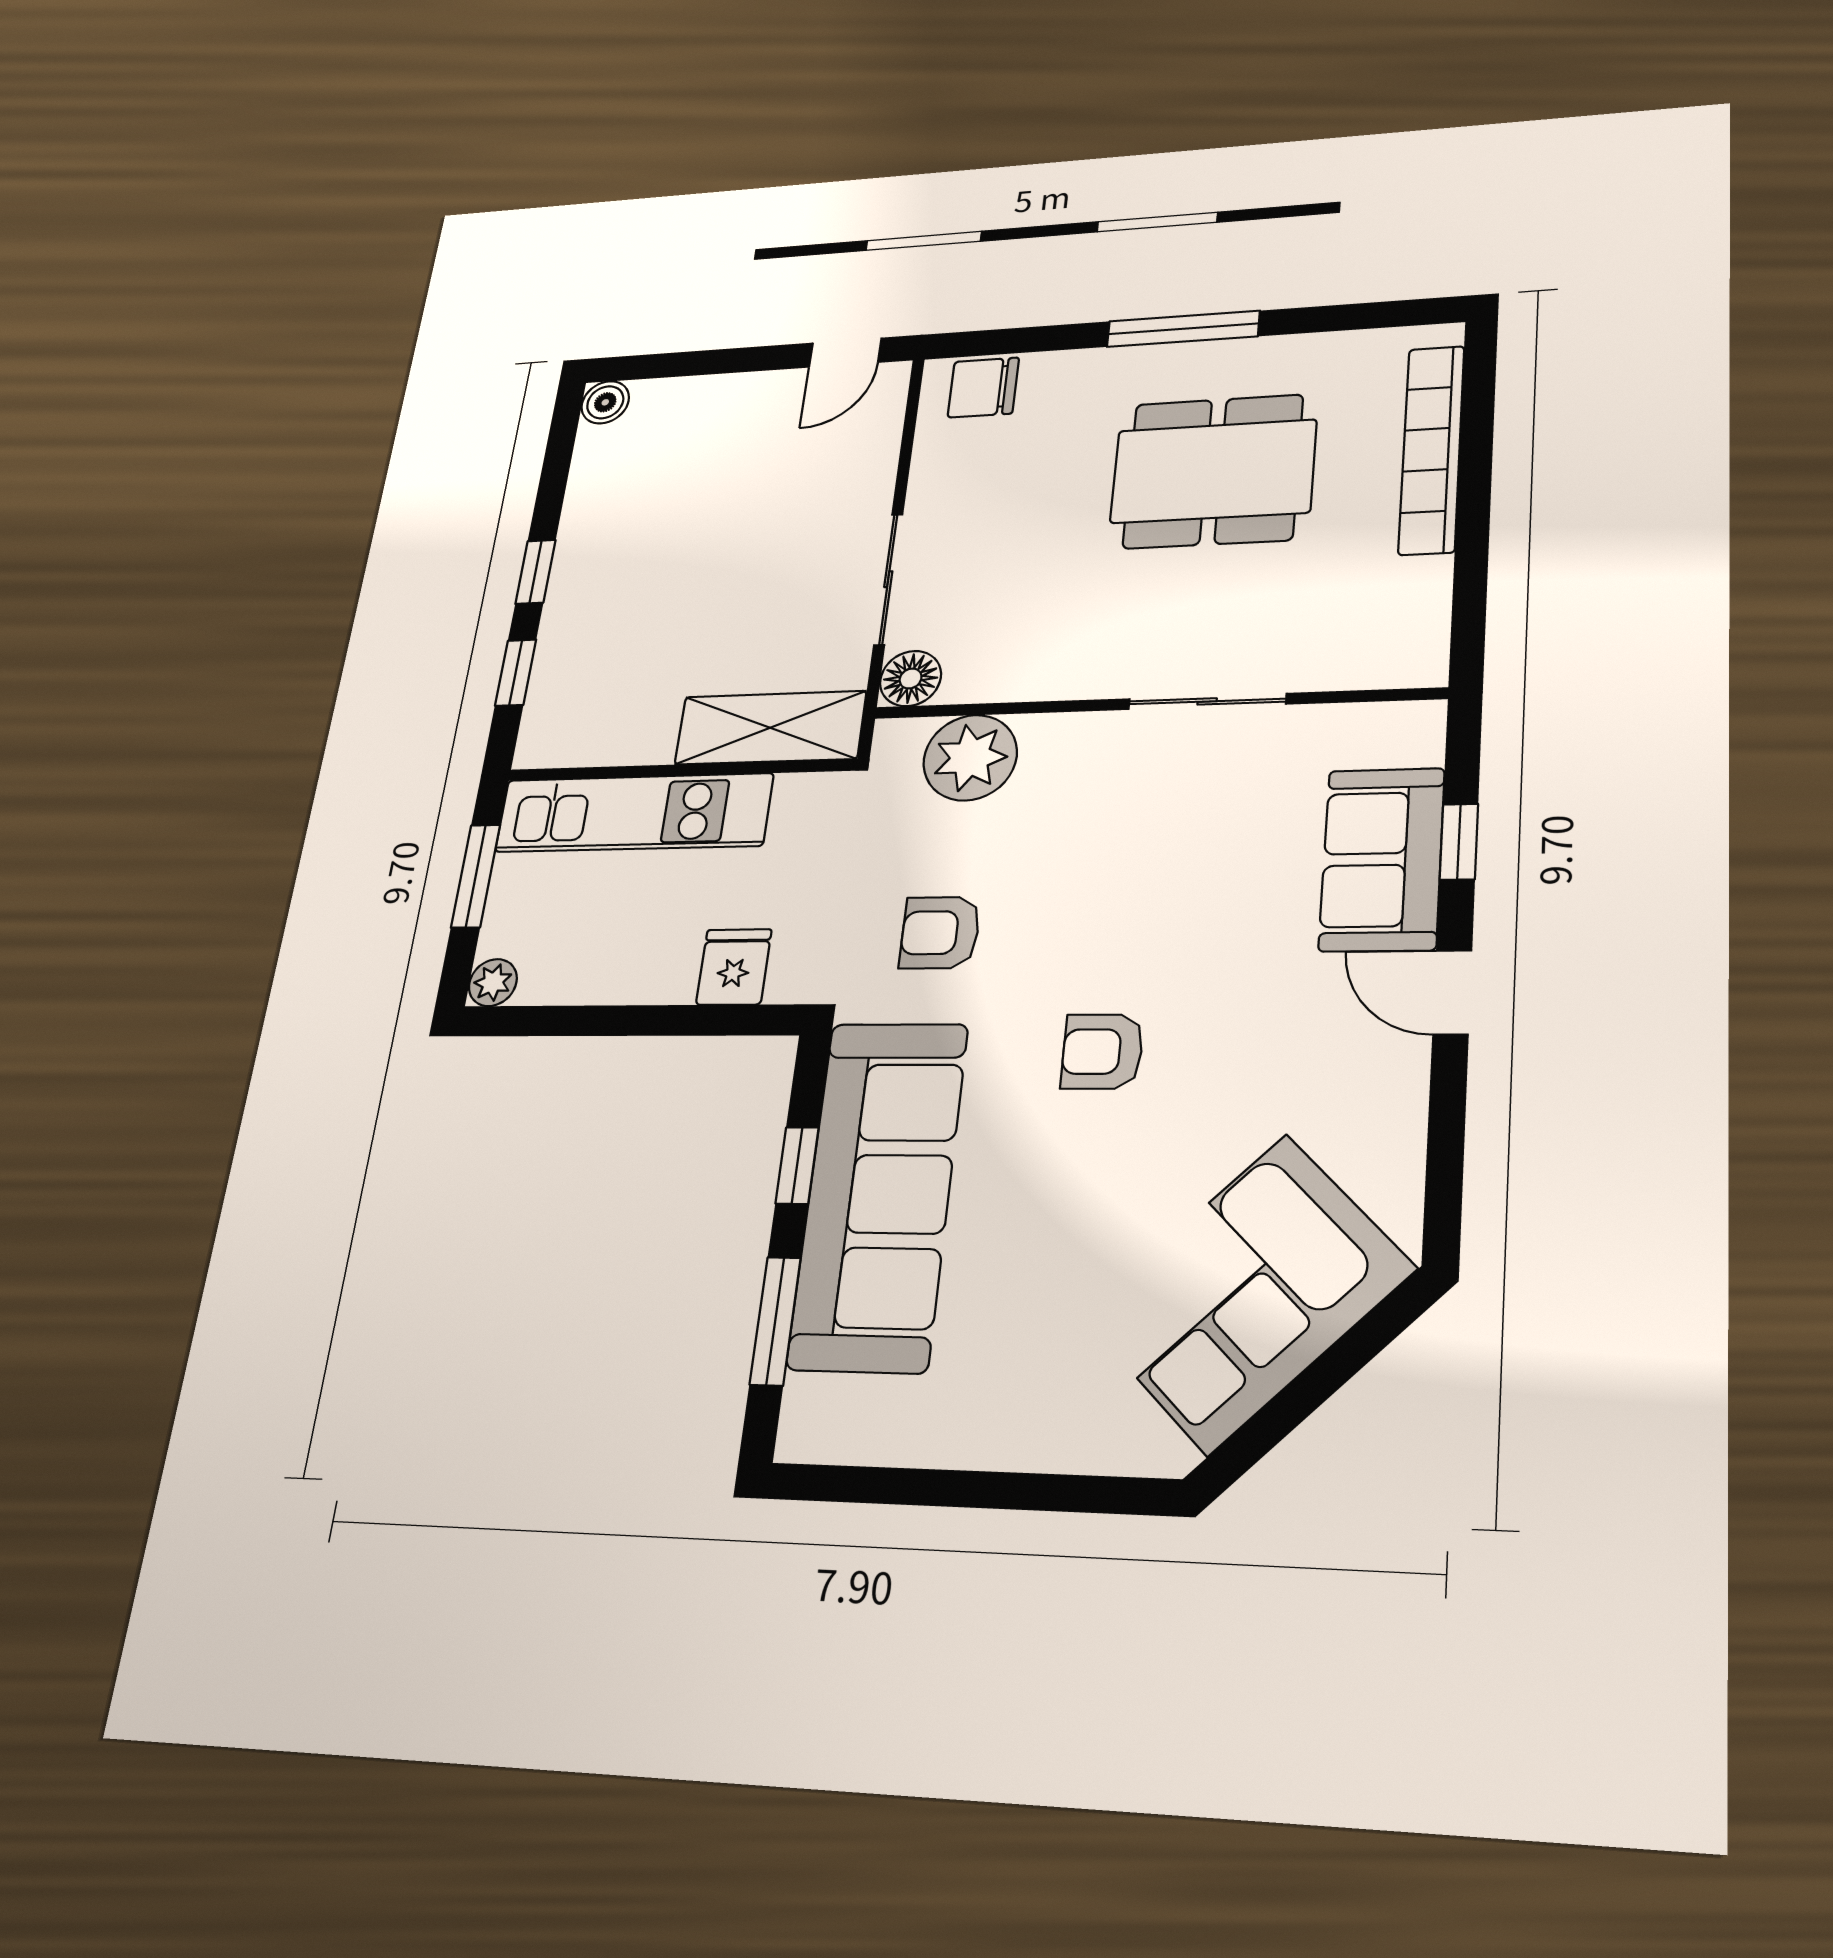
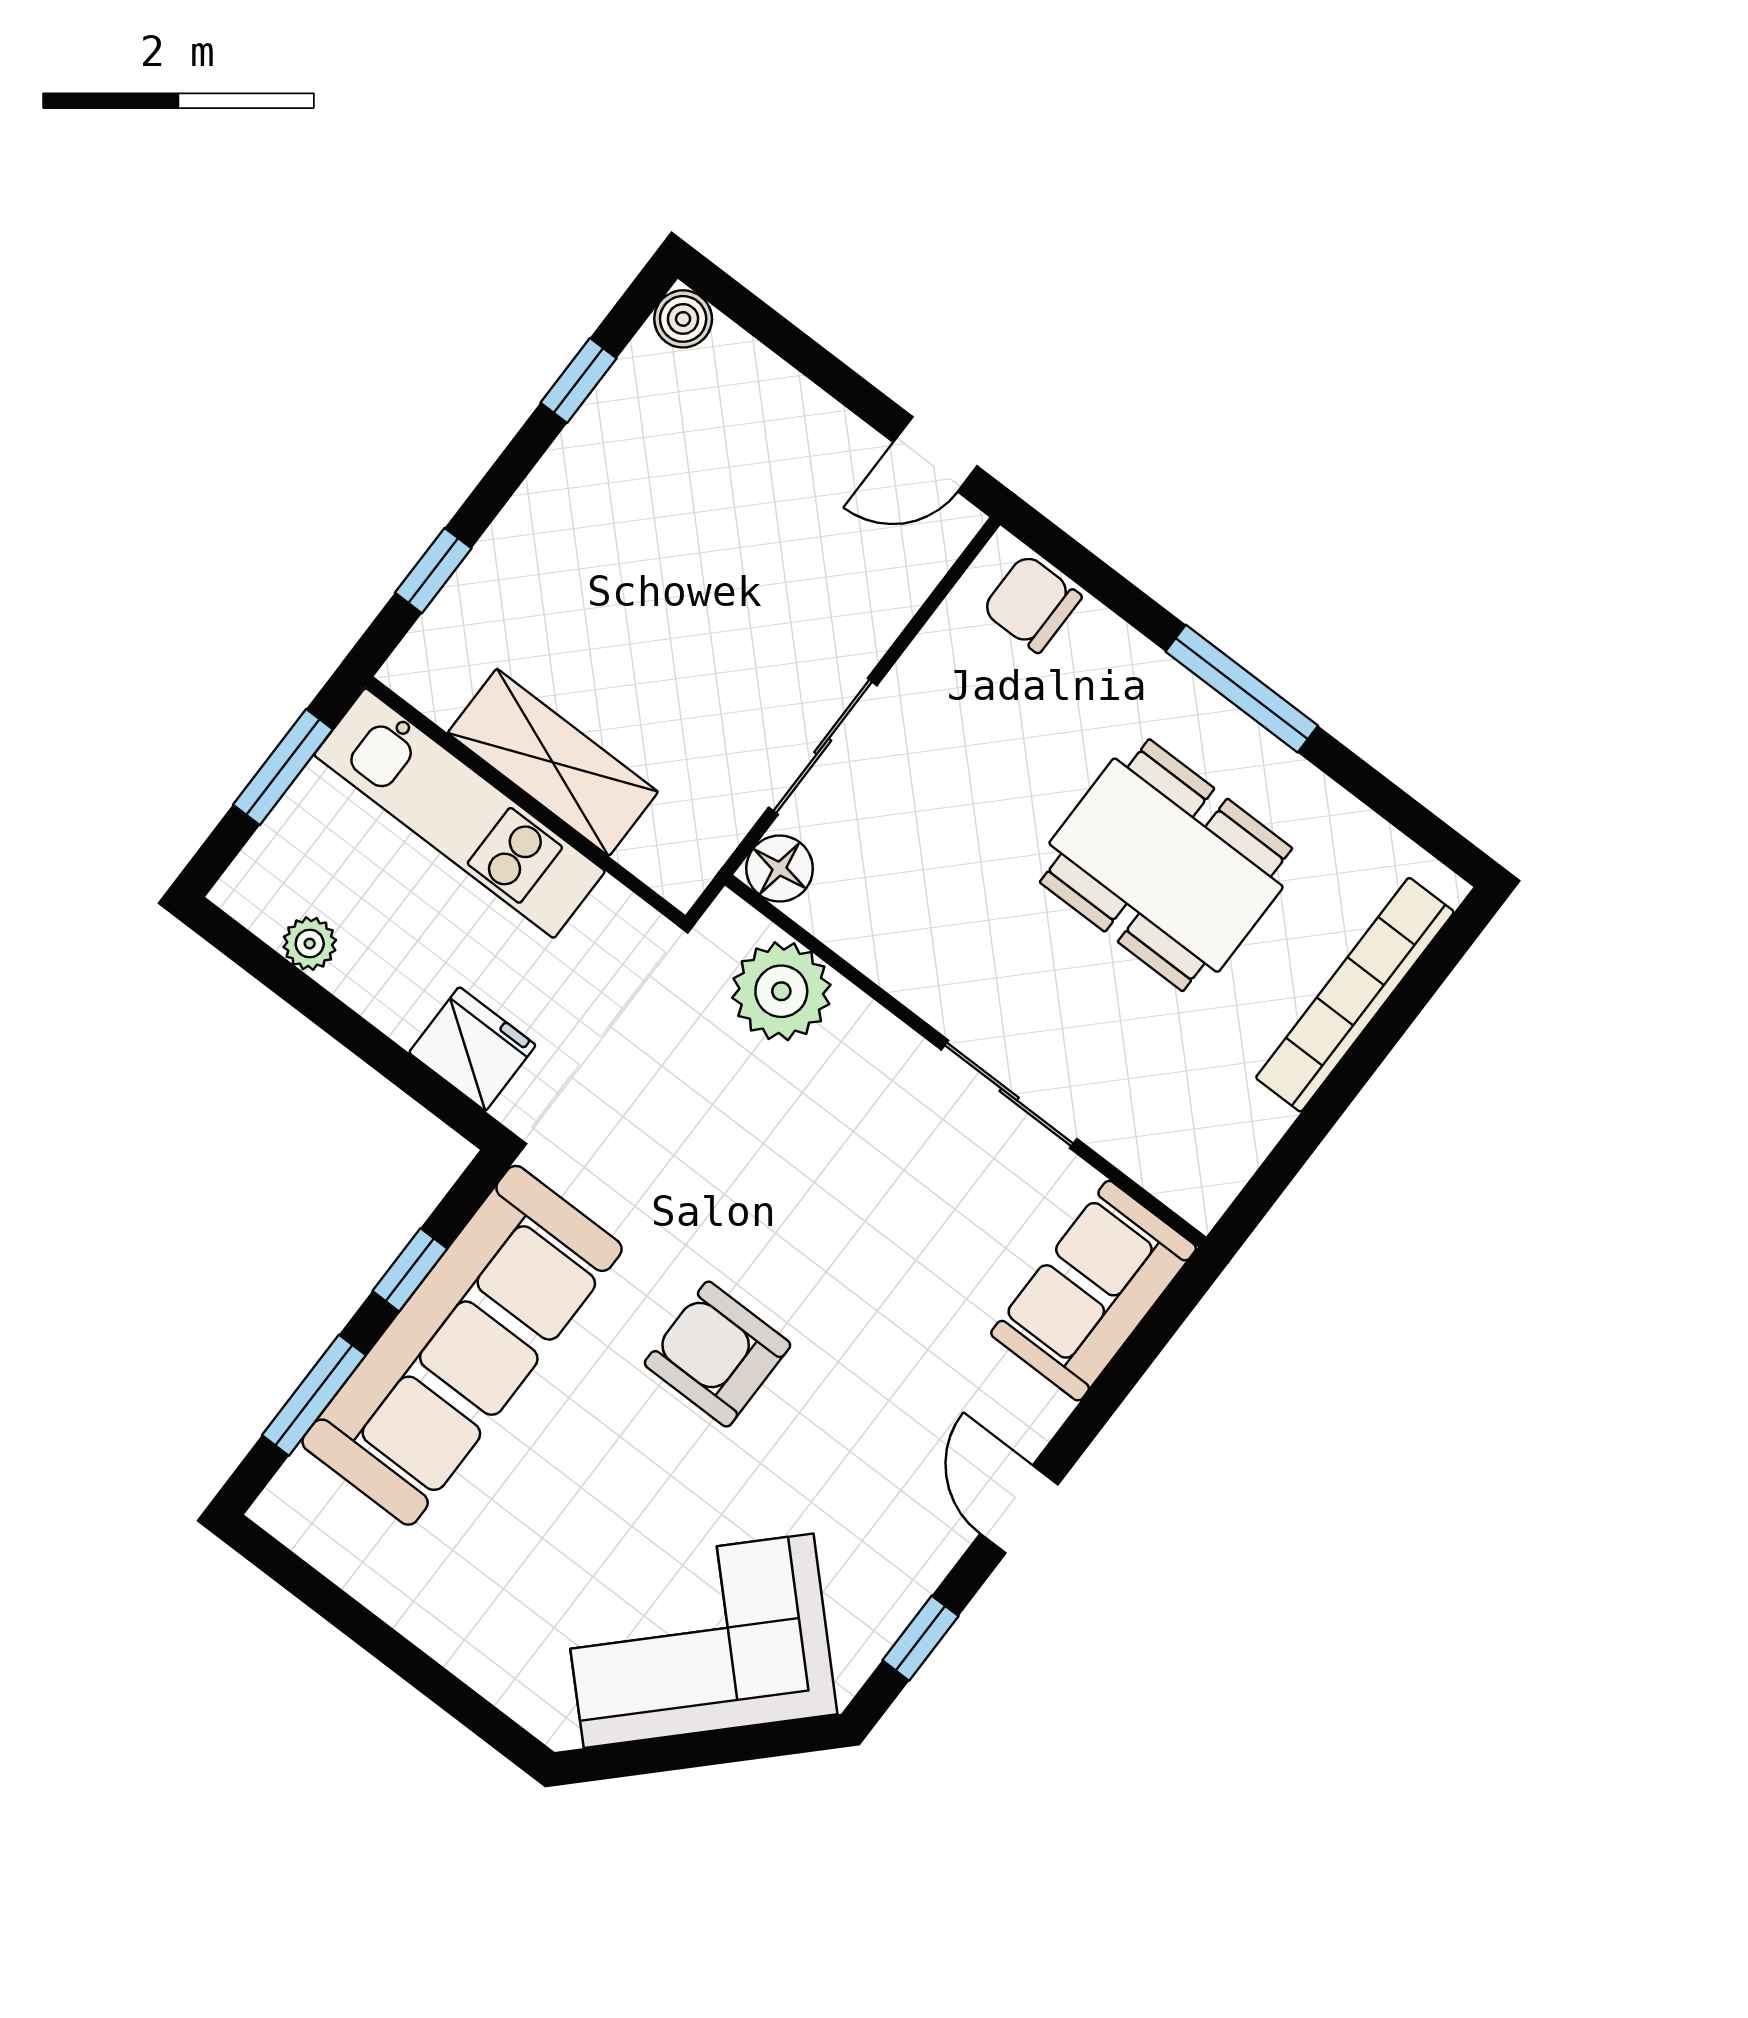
window: (535, 572) -> (578, 381), moved
shelving: (770, 728) -> (553, 762), moved
window: (1459, 842) -> (920, 1638), moved
sofa: (1382, 859) -> (1094, 1291), moved
armchair: (940, 933) -> (654, 1143), removed
fridge: (734, 967) -> (472, 1049), width x1.38
plant: (493, 983) -> (310, 944), moved
armchair: (1102, 1052) -> (717, 1354), width x1.38, depth x1.38

